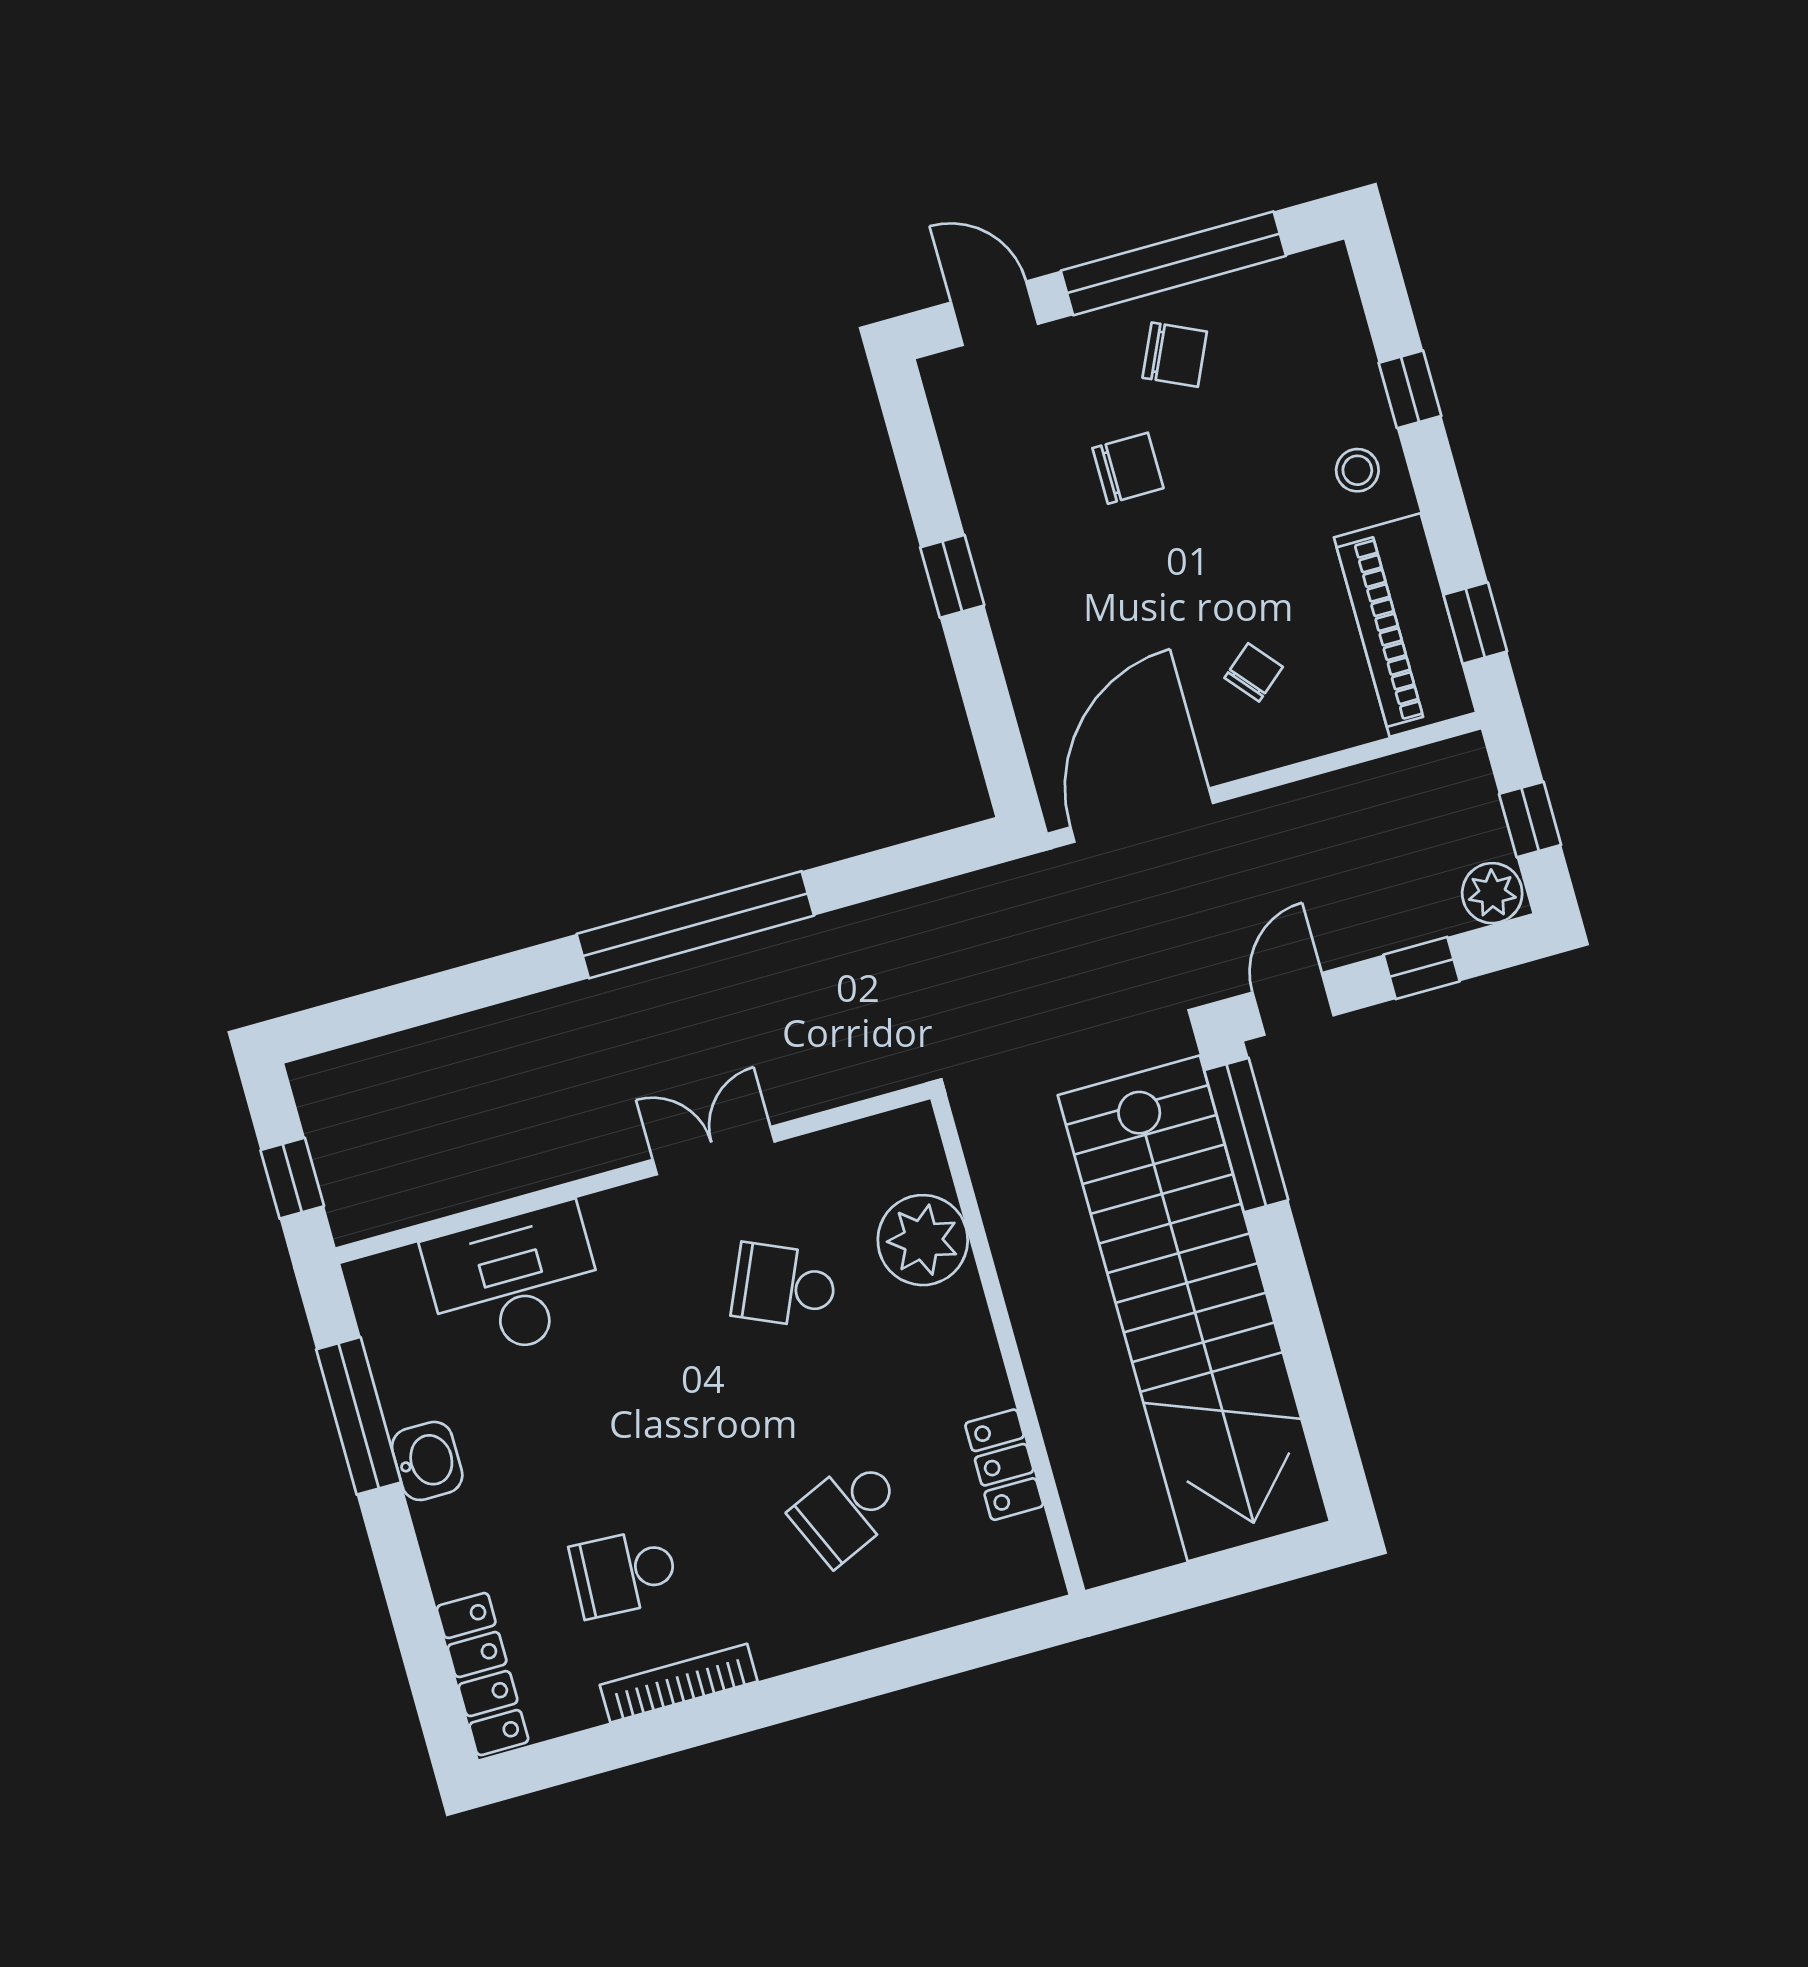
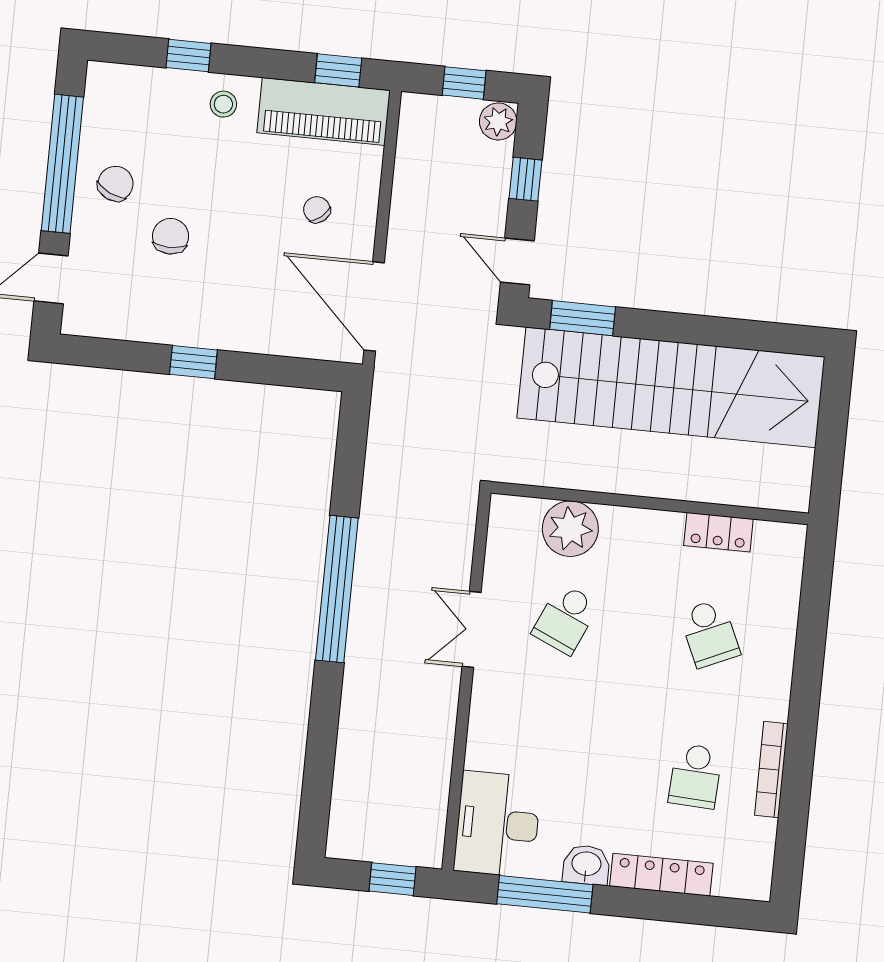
window: (1246, 1135) -> (583, 318), width x0.69
desk: (514, 1282) -> (498, 824), moved
locker: (483, 1674) -> (661, 875), moved

